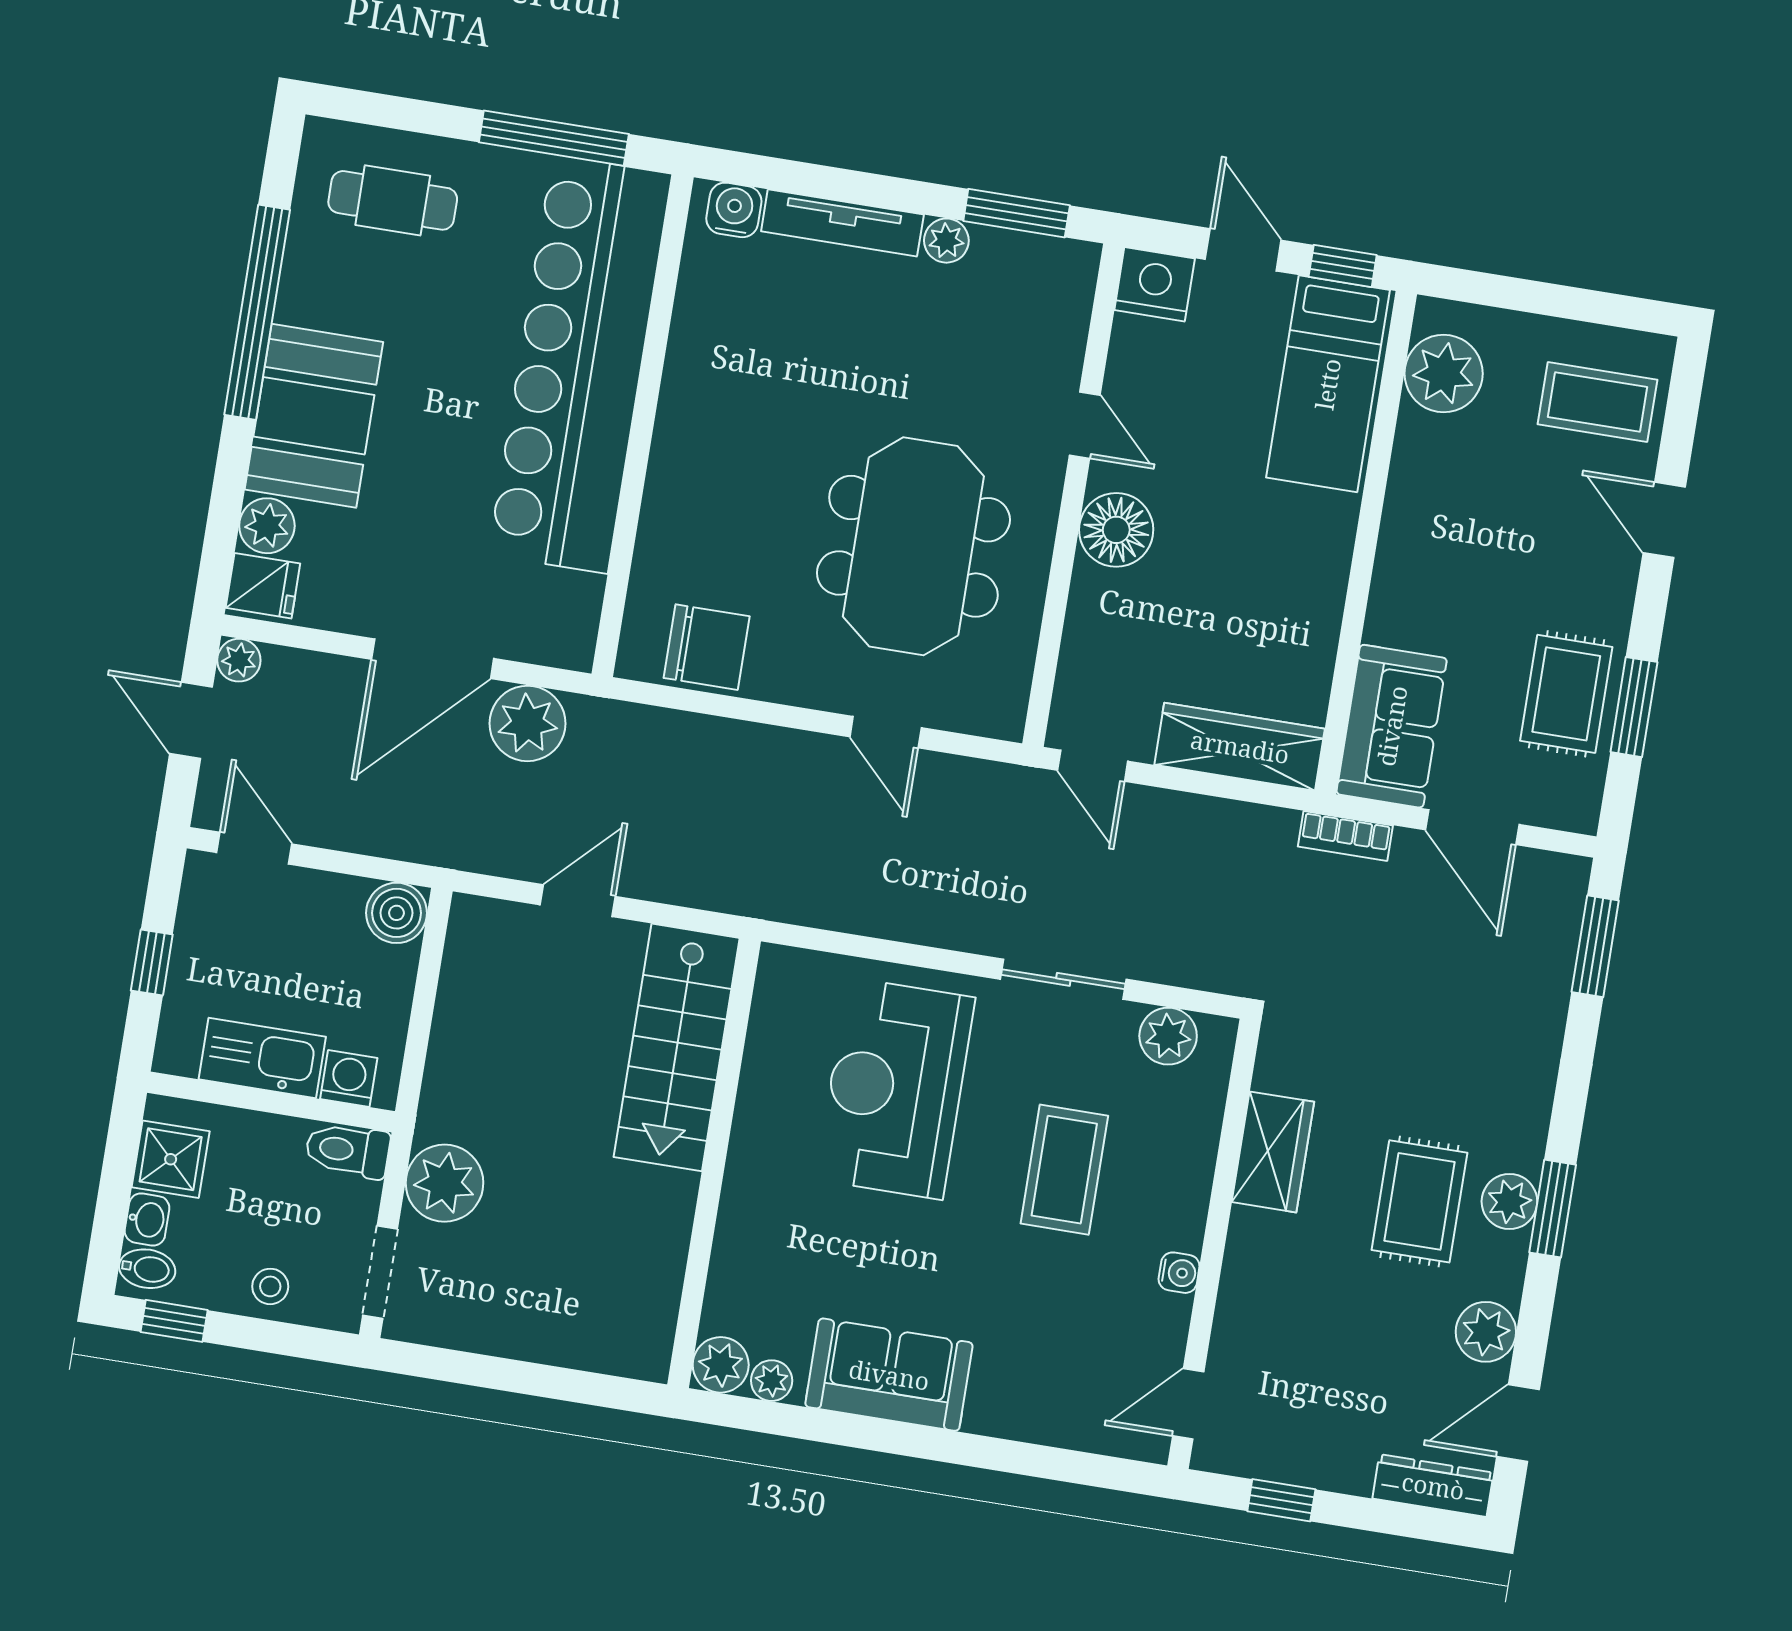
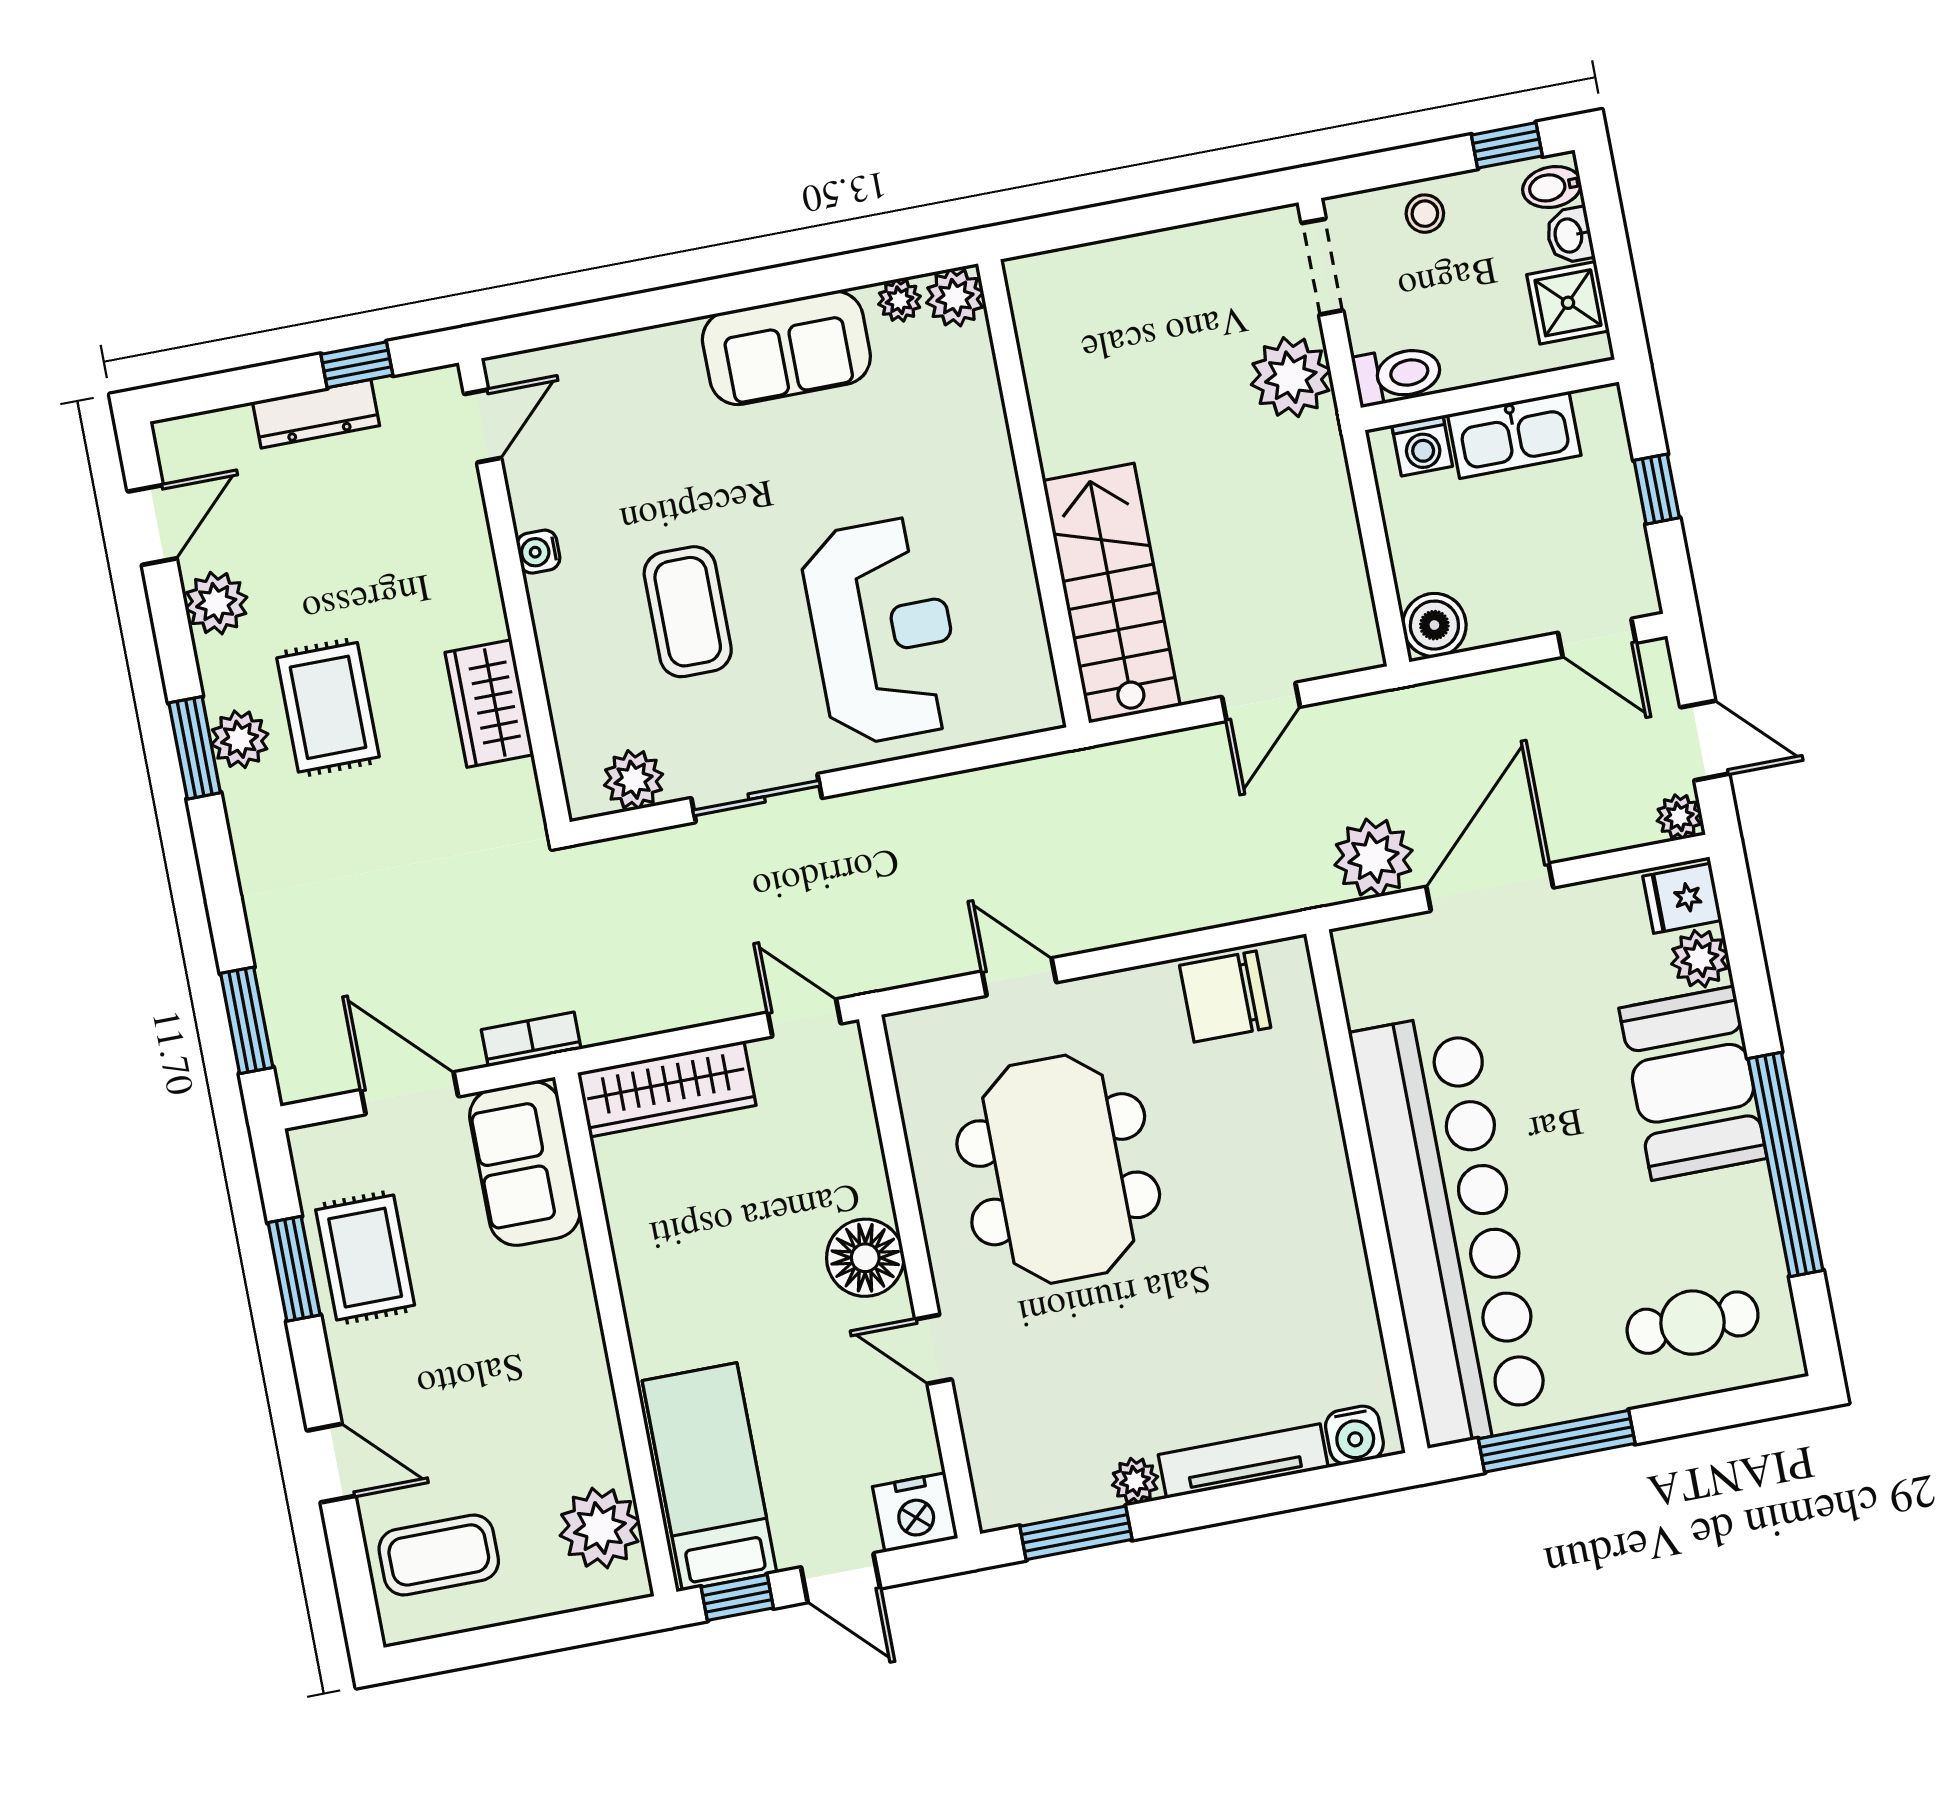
dresser: (1433, 1486) -> (316, 414), moved

